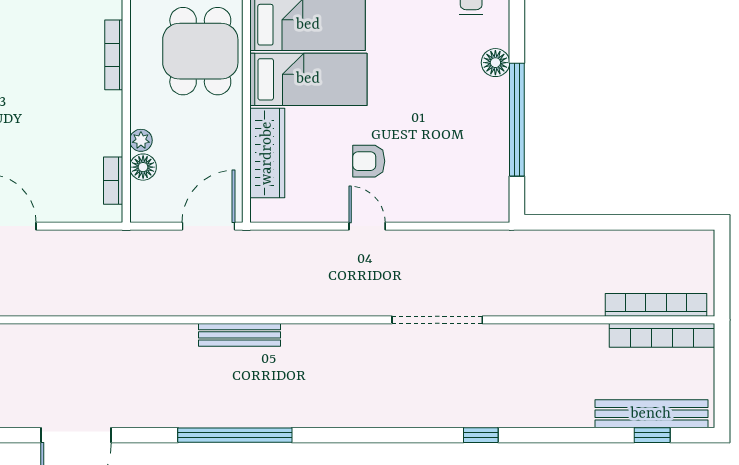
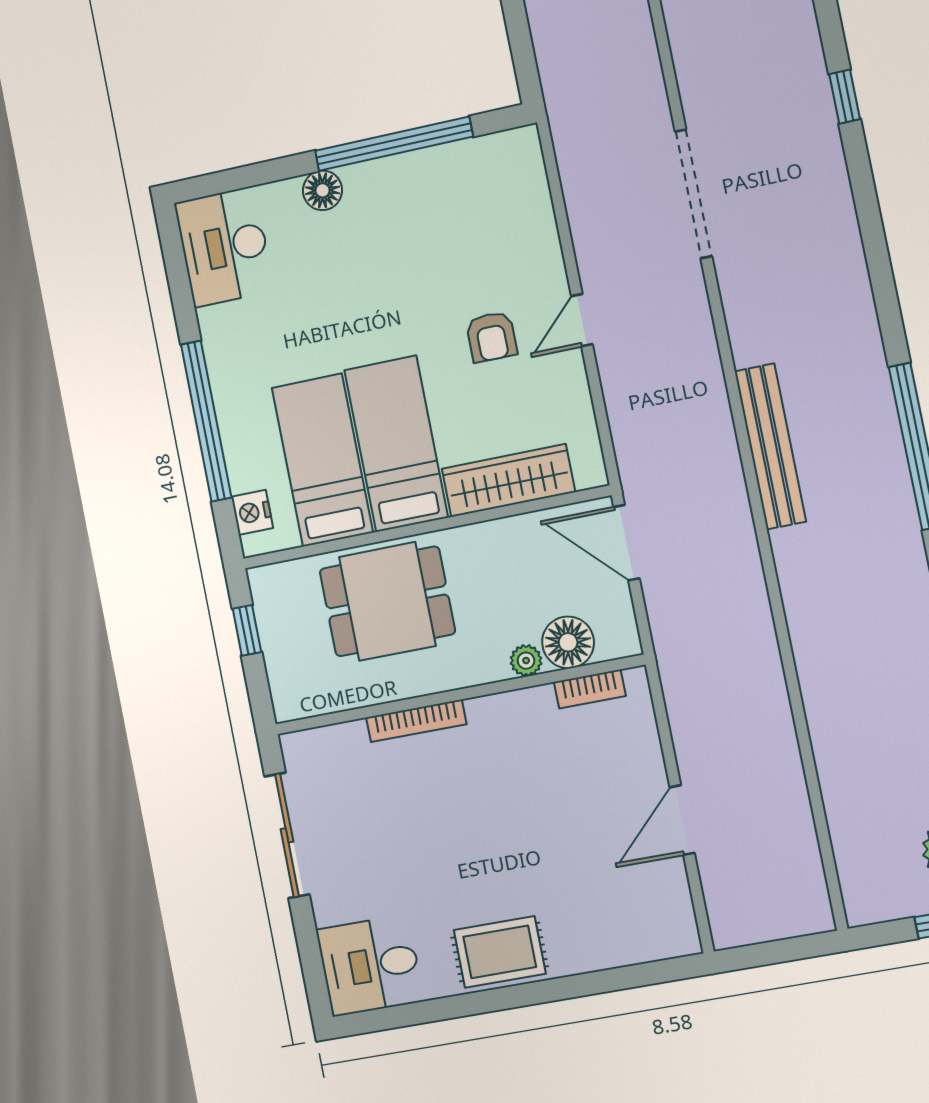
floor lamp: (143, 167) -> (568, 642), width x1.38, depth x1.38
bench: (240, 335) -> (770, 446), width x1.37, depth x1.21

